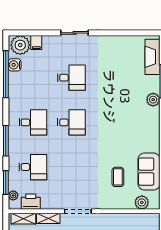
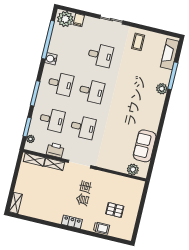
water cooler: (15, 65) -> (51, 59), moved
desk: (71, 167) -> (83, 127), added
coffee table: (118, 177) -> (138, 42), moved
printer: (31, 202) -> (55, 150), moved

